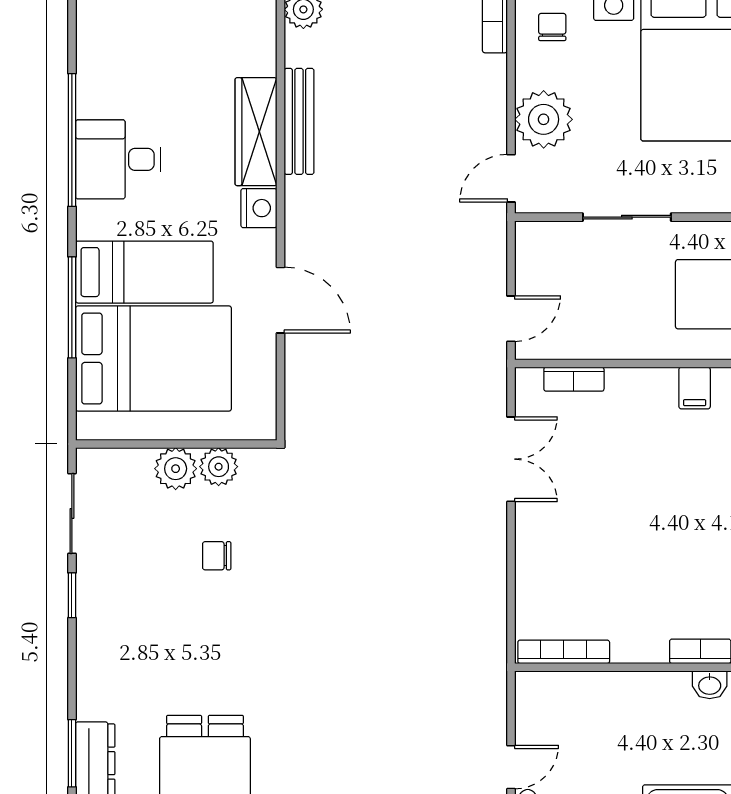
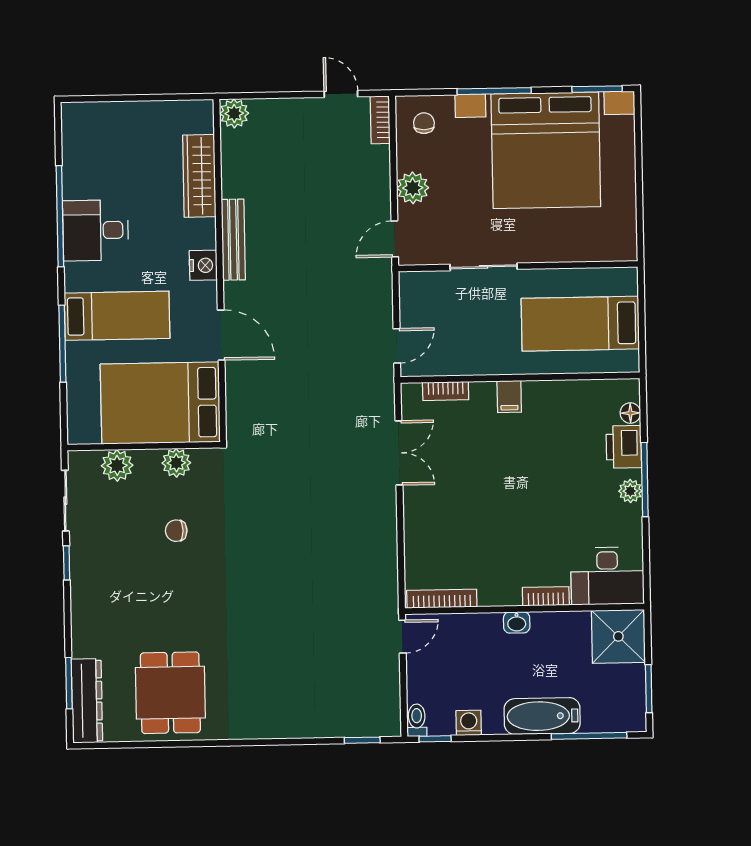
plant: (544, 119) -> (413, 188), width x0.73, depth x0.73
bench: (299, 121) -> (233, 240), moved
wardrobe: (256, 132) -> (199, 176), moved
bed: (153, 358) -> (160, 403), moved, turned 180
filing cabinet: (695, 388) -> (509, 397), moved
plant: (176, 469) -> (117, 465), moved
washbasin: (710, 685) -> (517, 622), moved
door: (511, 767) -> (402, 637), moved

